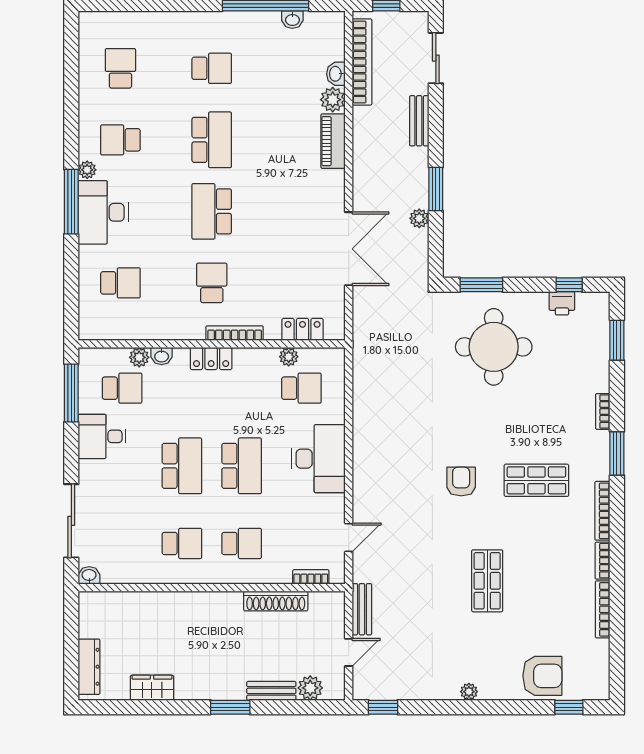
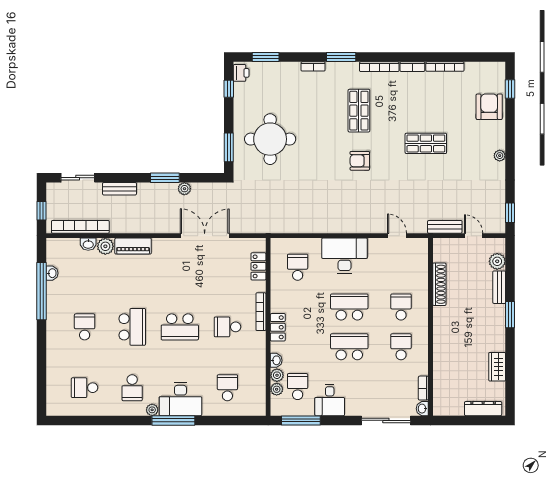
school desk: (212, 140) -> (132, 327), turned 90
printer: (562, 303) -> (241, 73), moved
plant: (289, 357) -> (277, 389), moved
bookcase: (311, 577) -> (423, 388), moved

